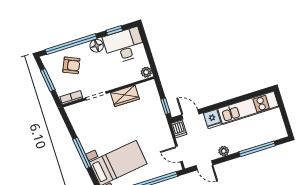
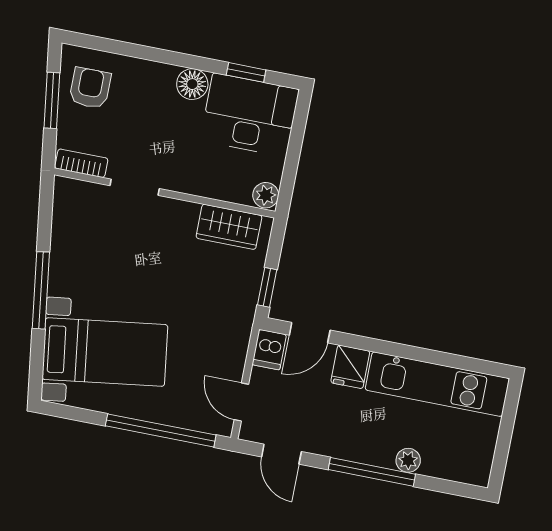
window: (71, 44) -> (141, 52), removed
armchair: (71, 65) -> (90, 88), moved, turned -114
wardrobe: (125, 96) -> (229, 227), moved
door: (190, 114) -> (310, 333), swing flipped
window: (257, 149) -> (372, 472), moved
plant: (224, 151) -> (408, 460), moved

